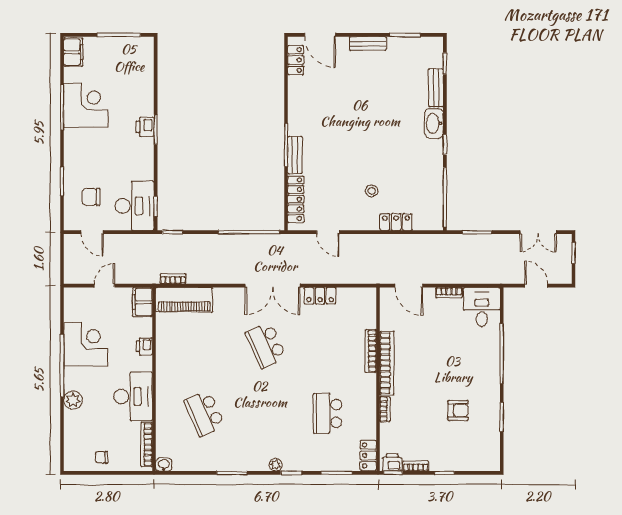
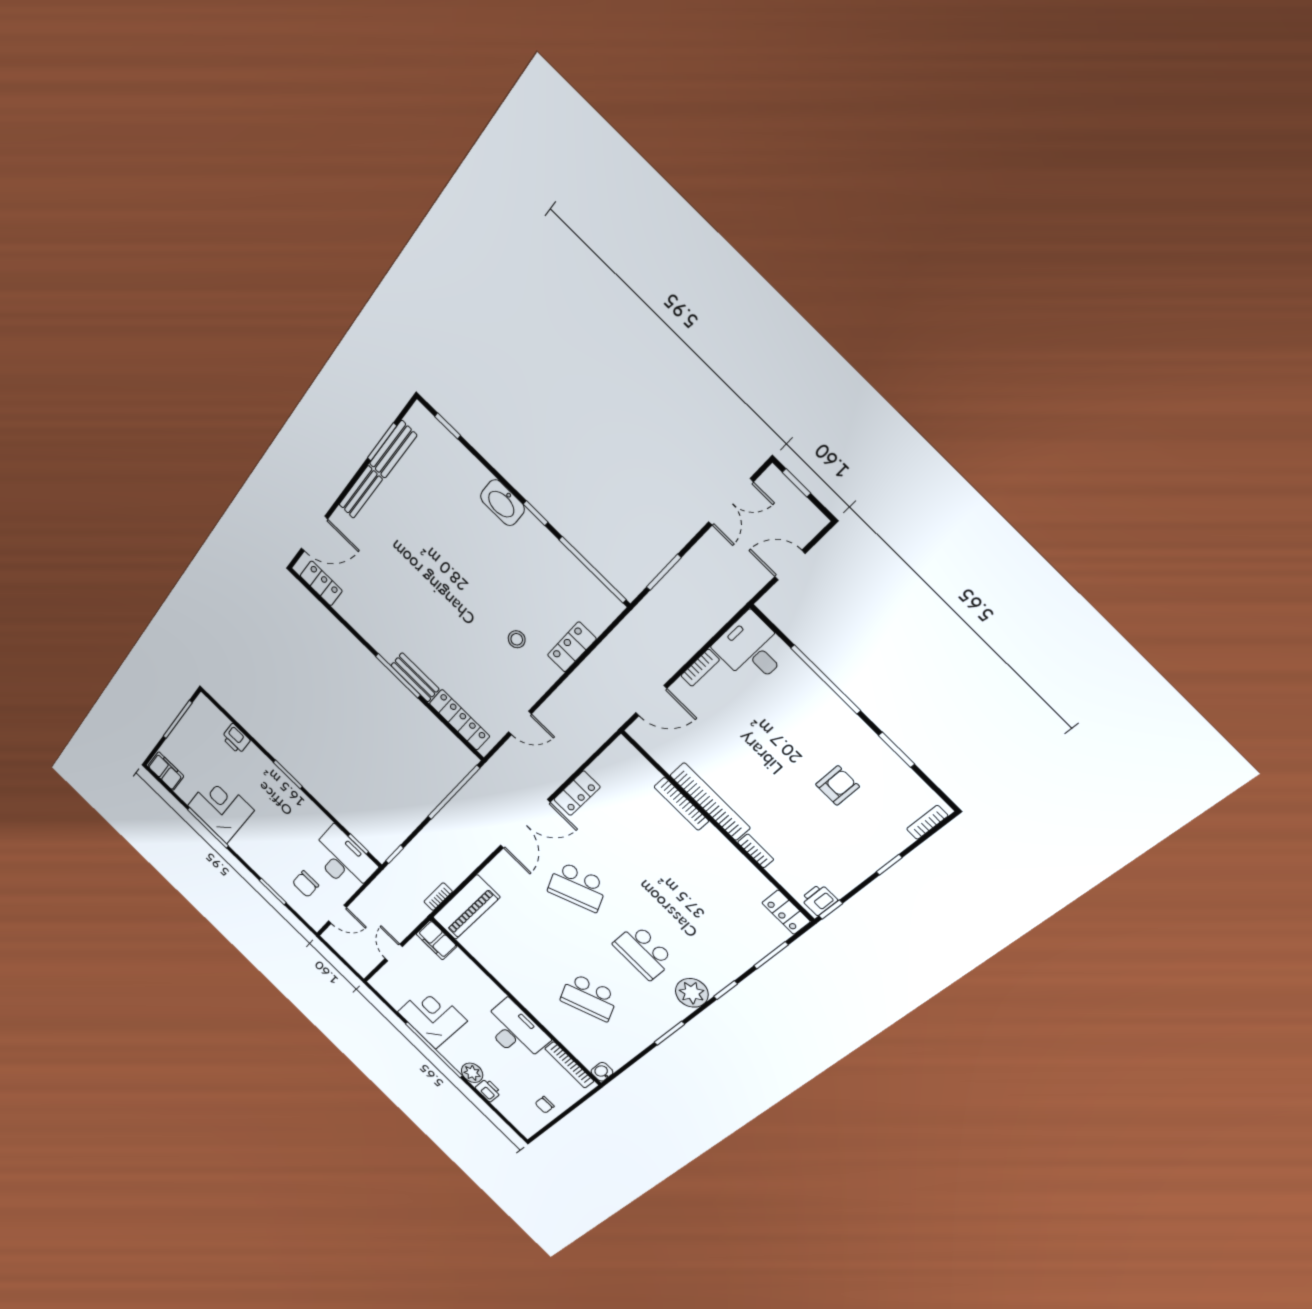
bench: (436, 88) -> (393, 449), moved, turned 90
printer: (145, 127) -> (236, 739), moved
printer: (144, 346) -> (488, 1090), moved, turned 180
school desk: (327, 413) -> (644, 952), moved
plant: (276, 465) -> (692, 993), width x1.88, depth x1.88
bookcase: (416, 466) -> (927, 822), moved

